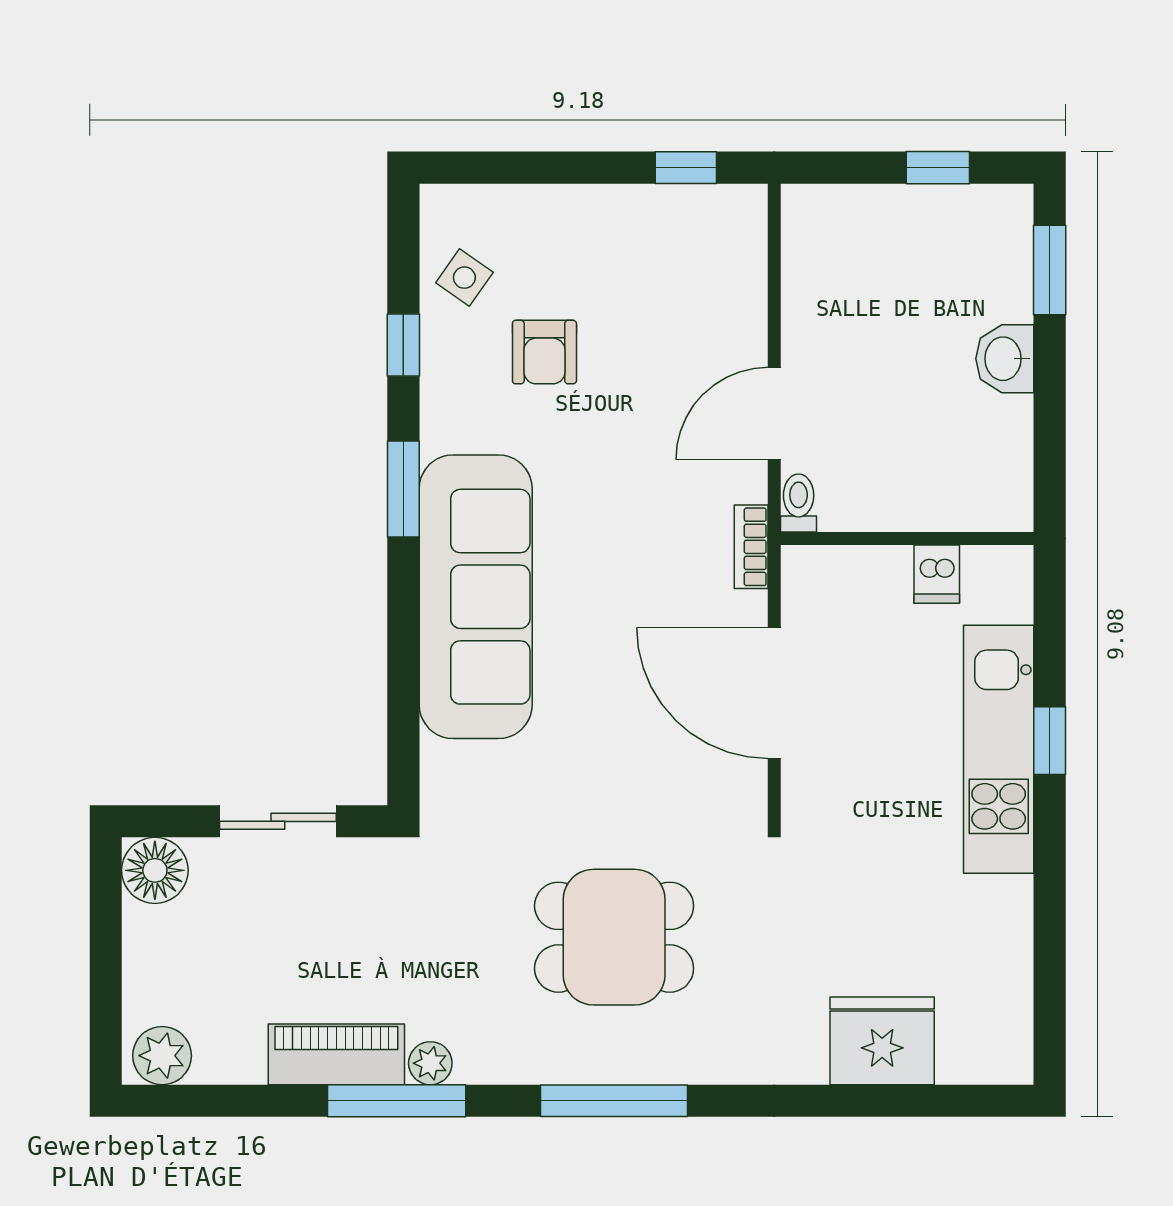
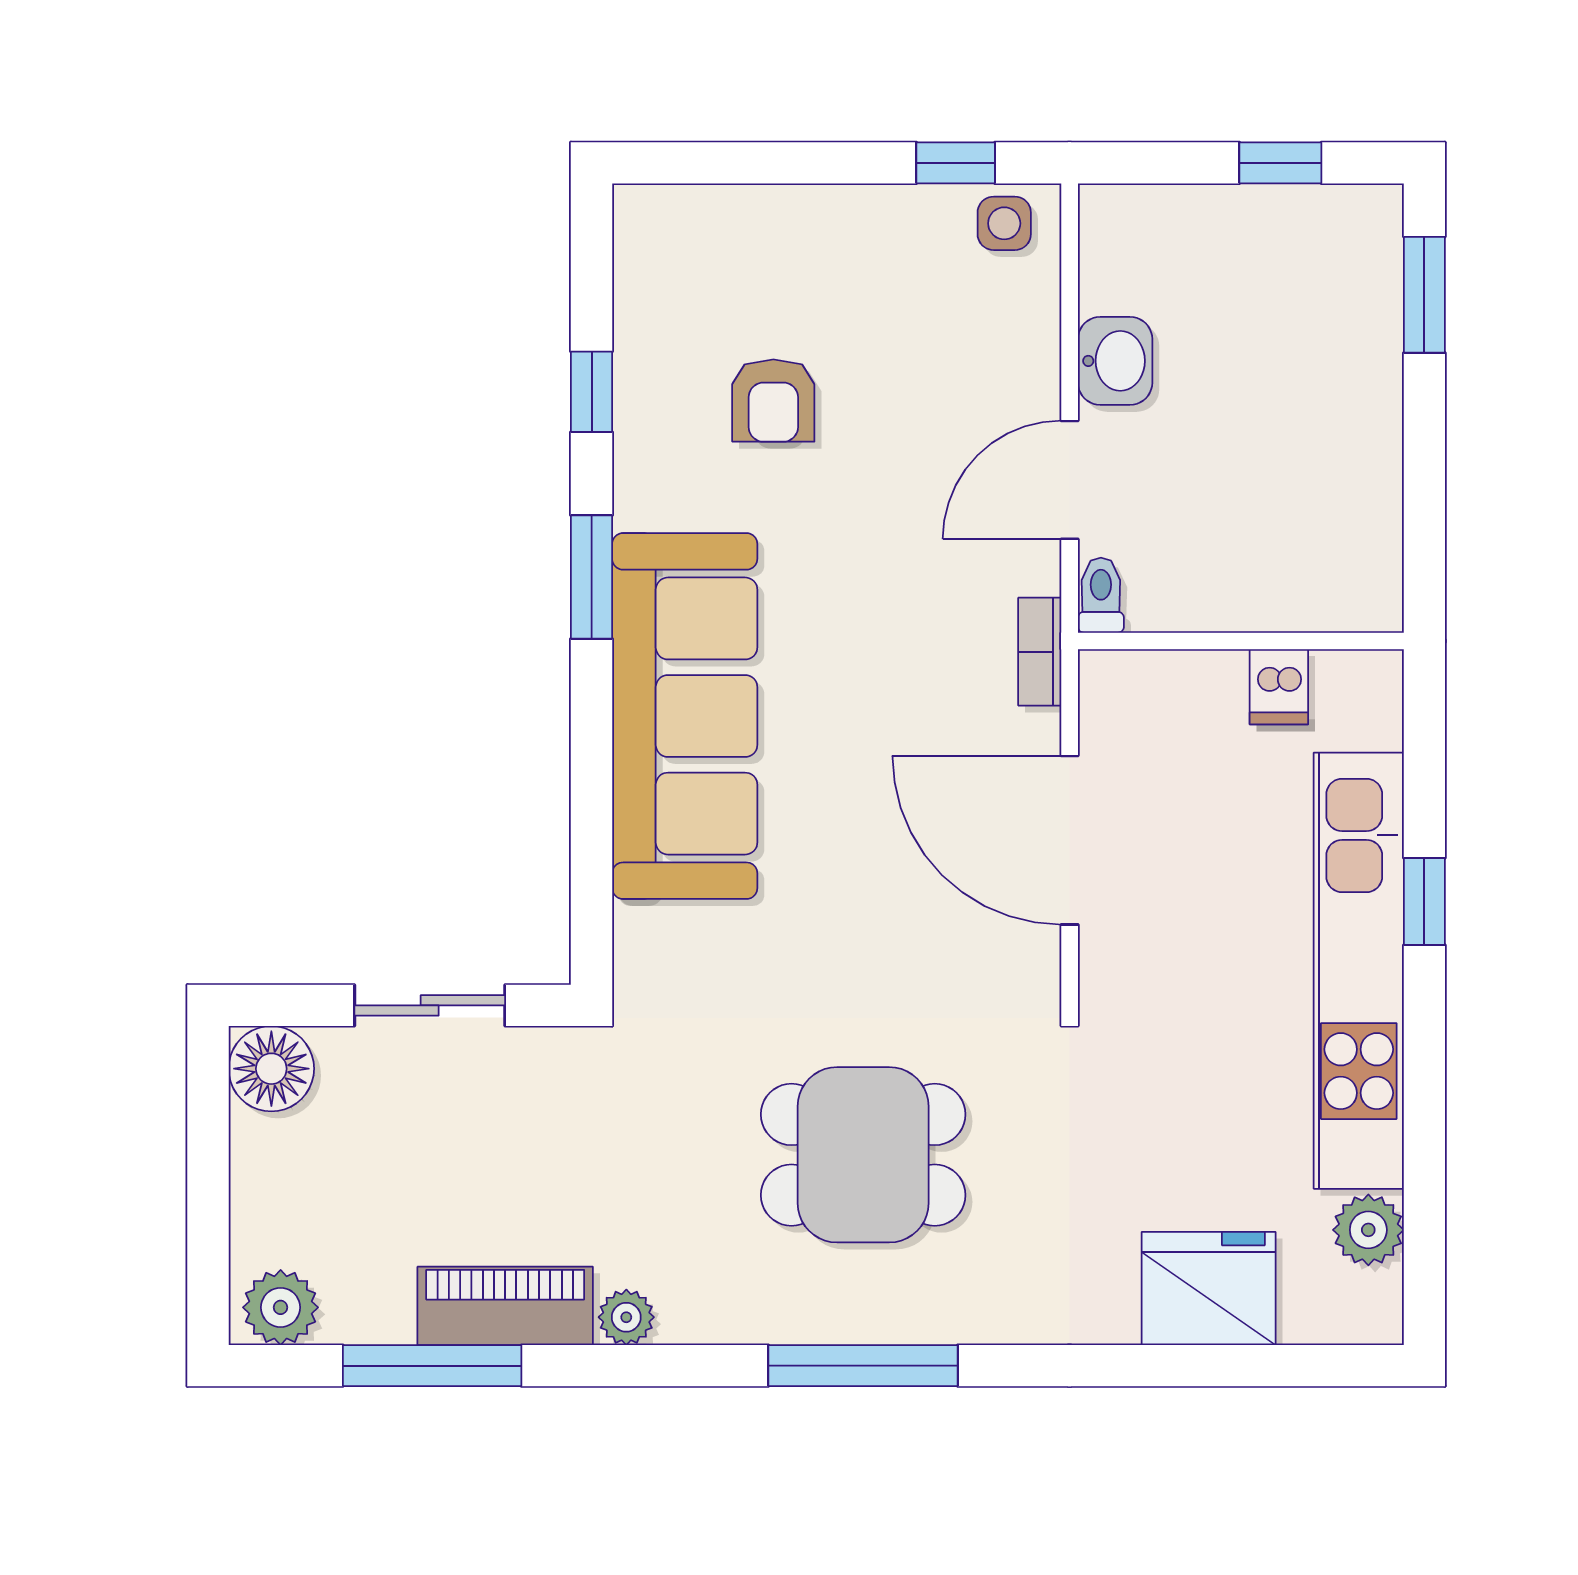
side table: (464, 278) -> (1004, 223), moved, turned -35
washbasin: (1005, 359) -> (1115, 361), moved, turned 180
kitchen unit: (999, 749) -> (1359, 971), width x1.36
plant: (1006, 995) -> (1368, 1230), added
window: (397, 1101) -> (432, 1366), moved

